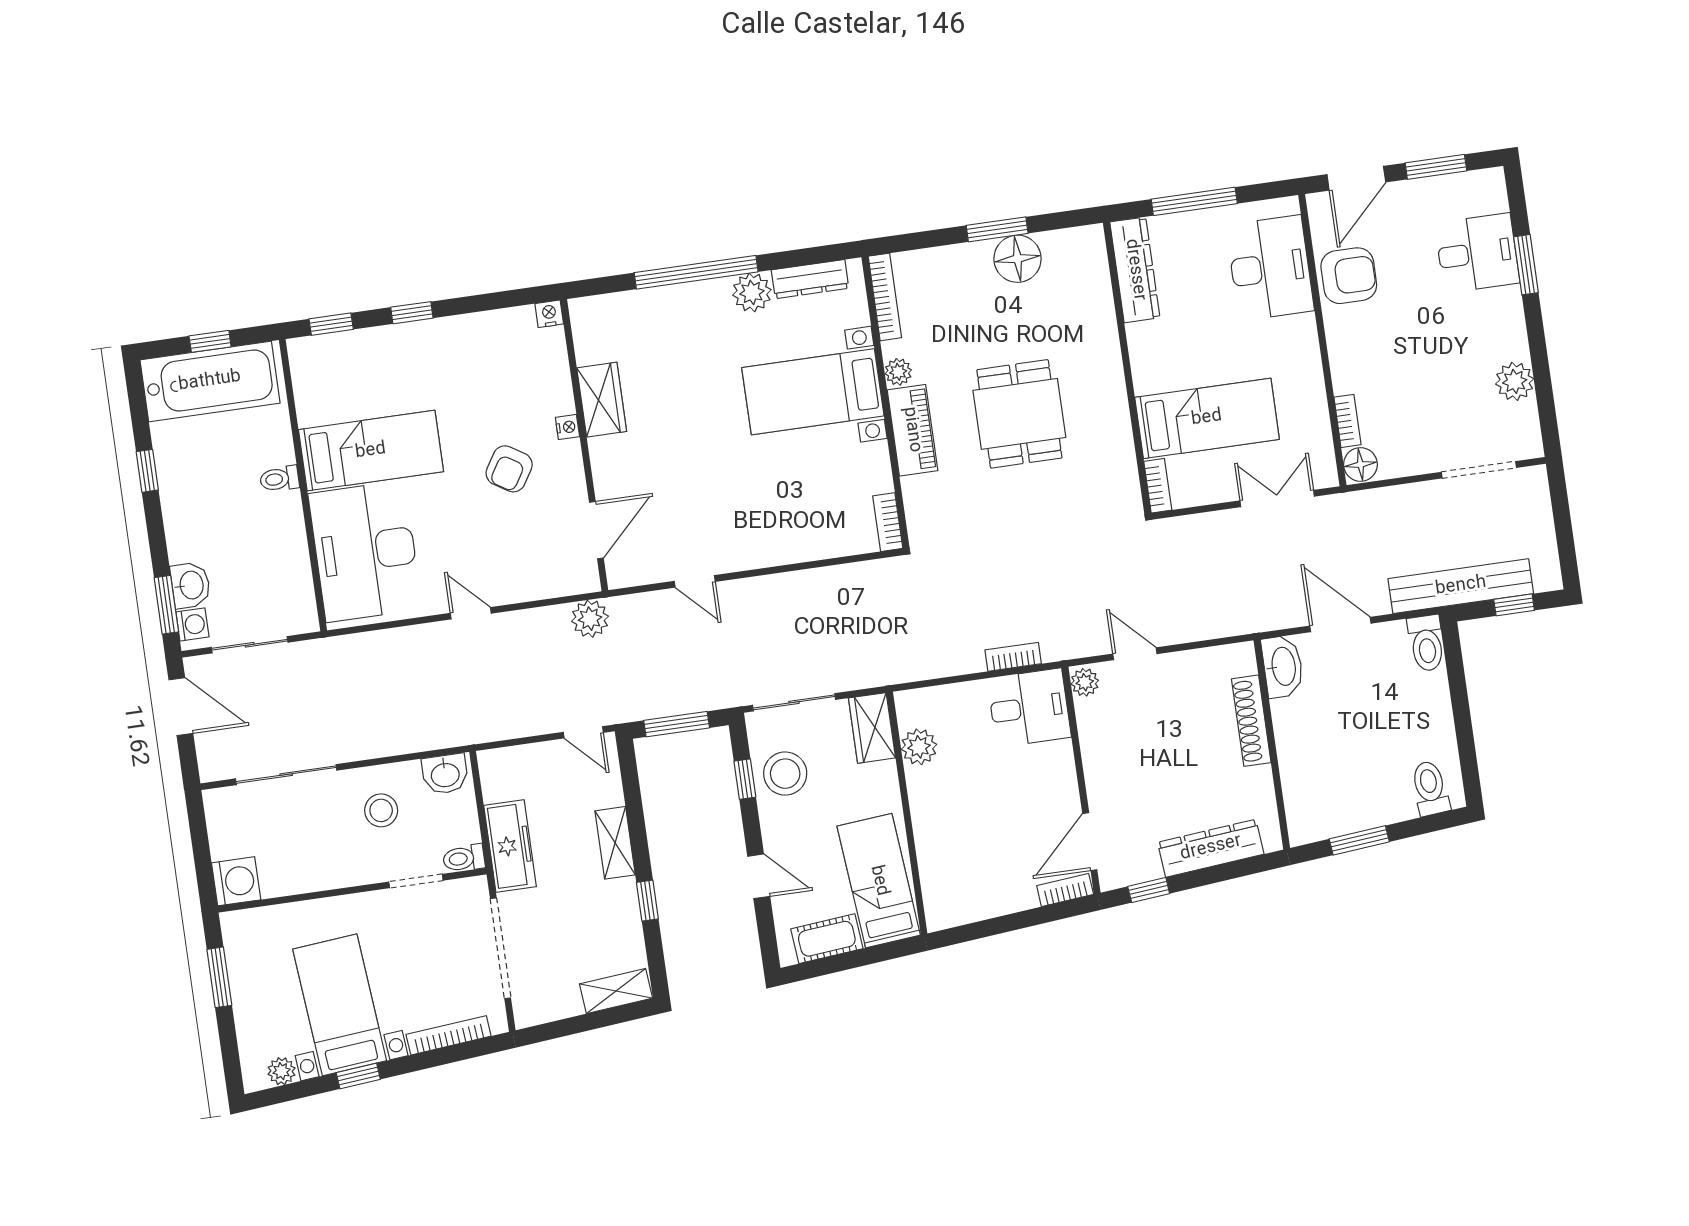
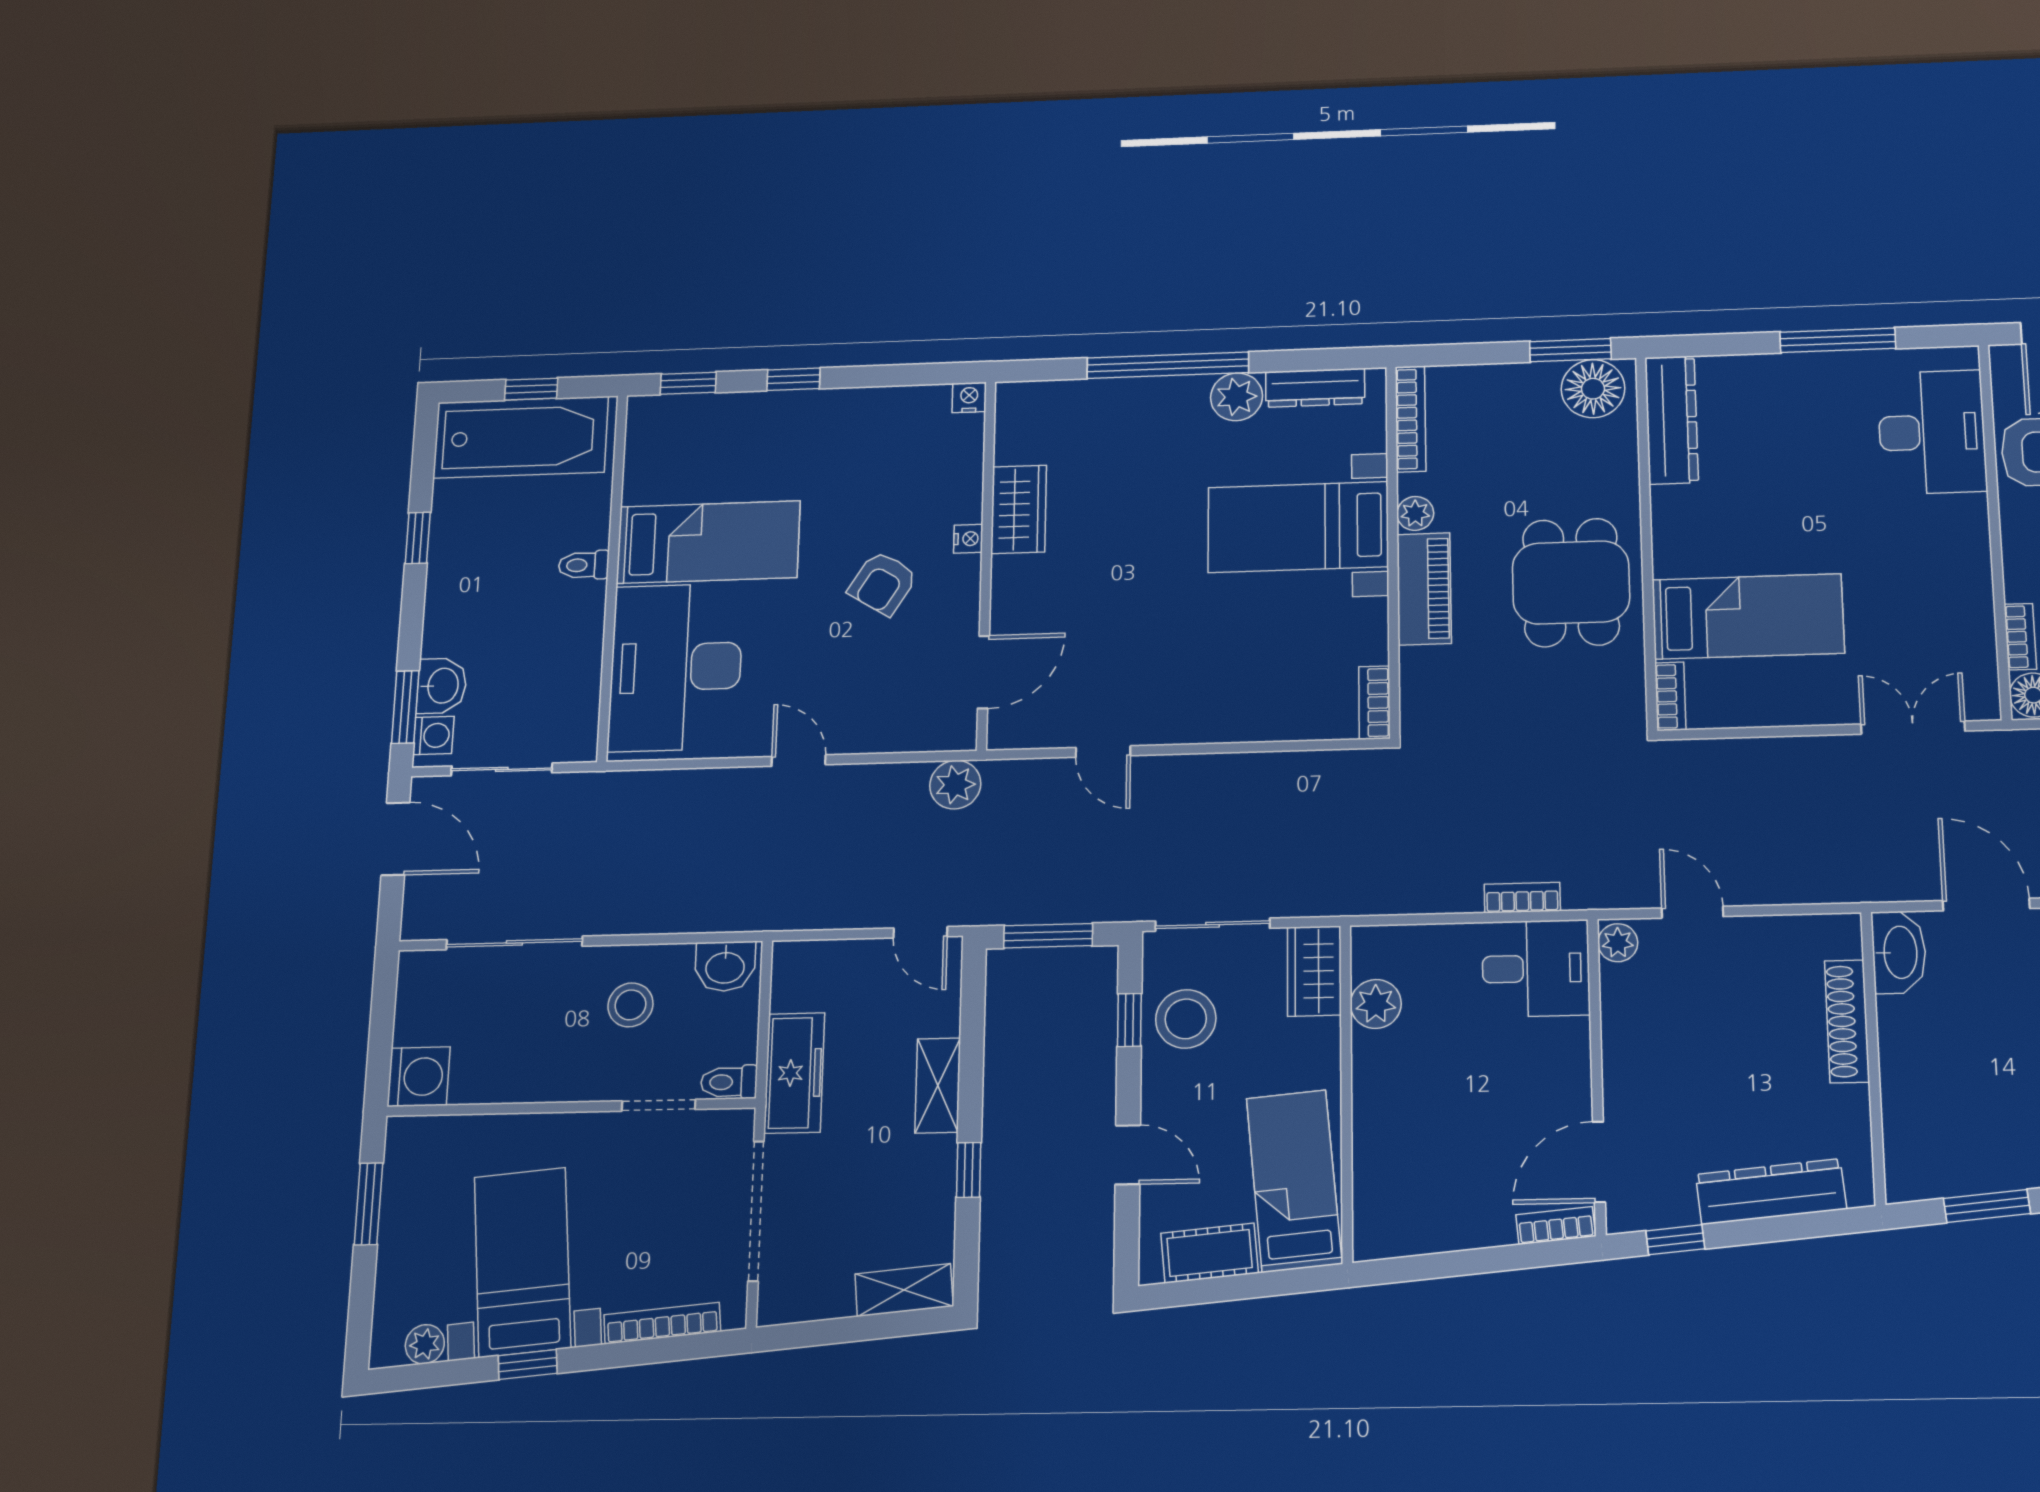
dresser: (1135, 270) -> (1672, 420), moved
wall: (1127, 368) -> (1646, 541), moved
bed: (1207, 418) -> (1748, 616), moved
bookcase: (1158, 486) -> (1670, 696), moved

